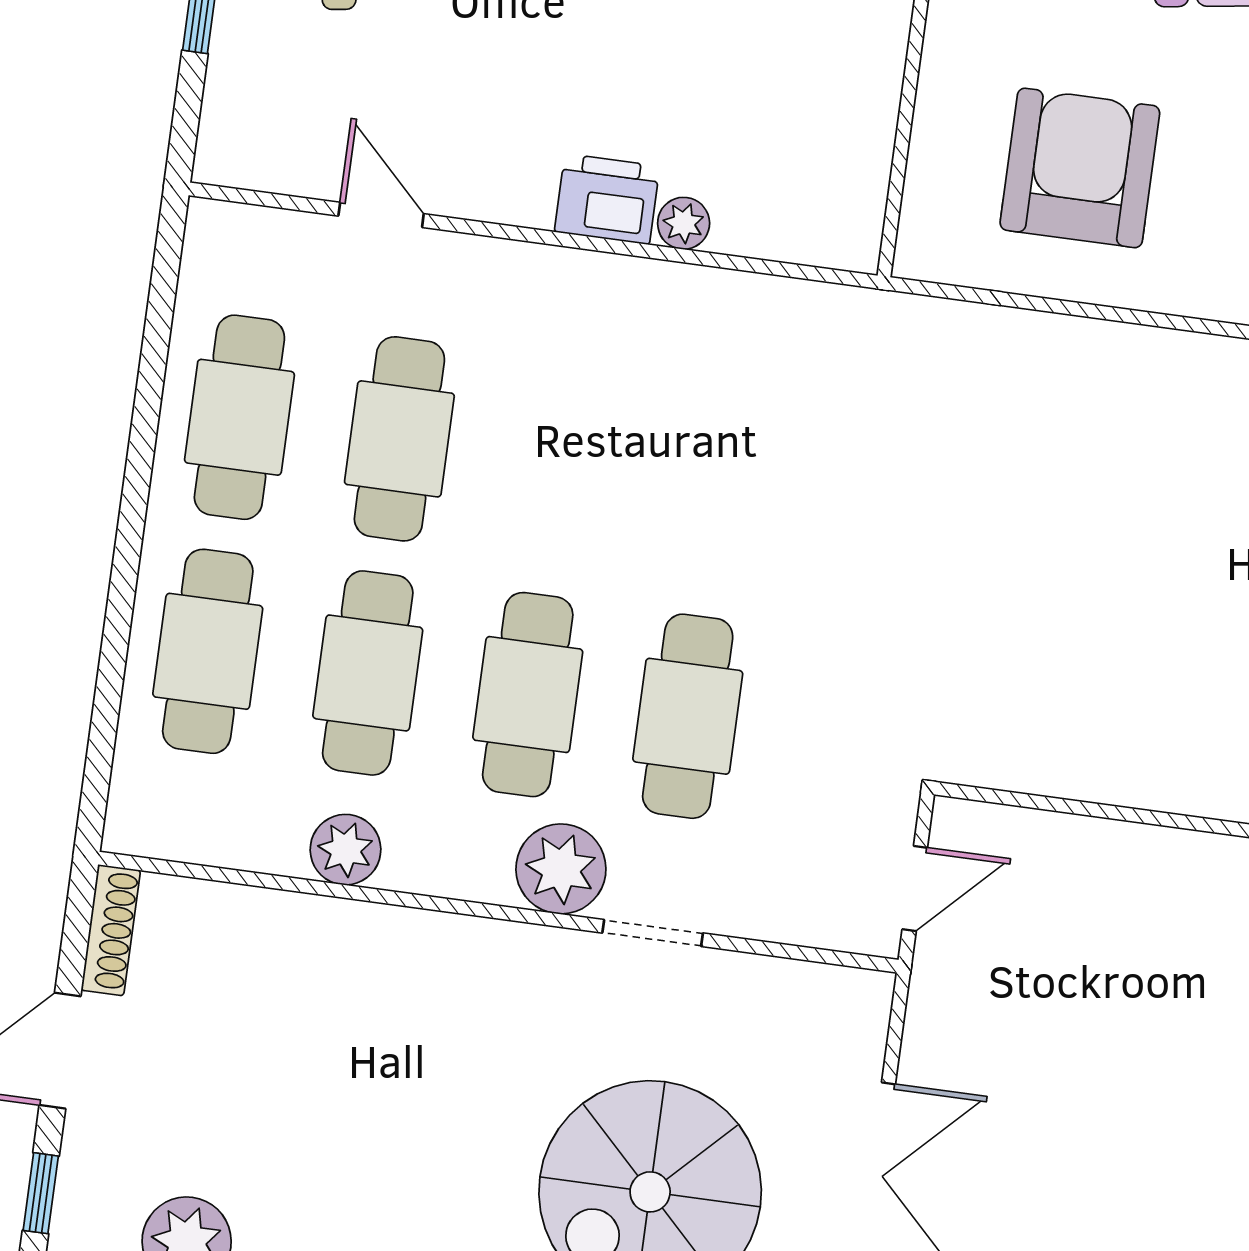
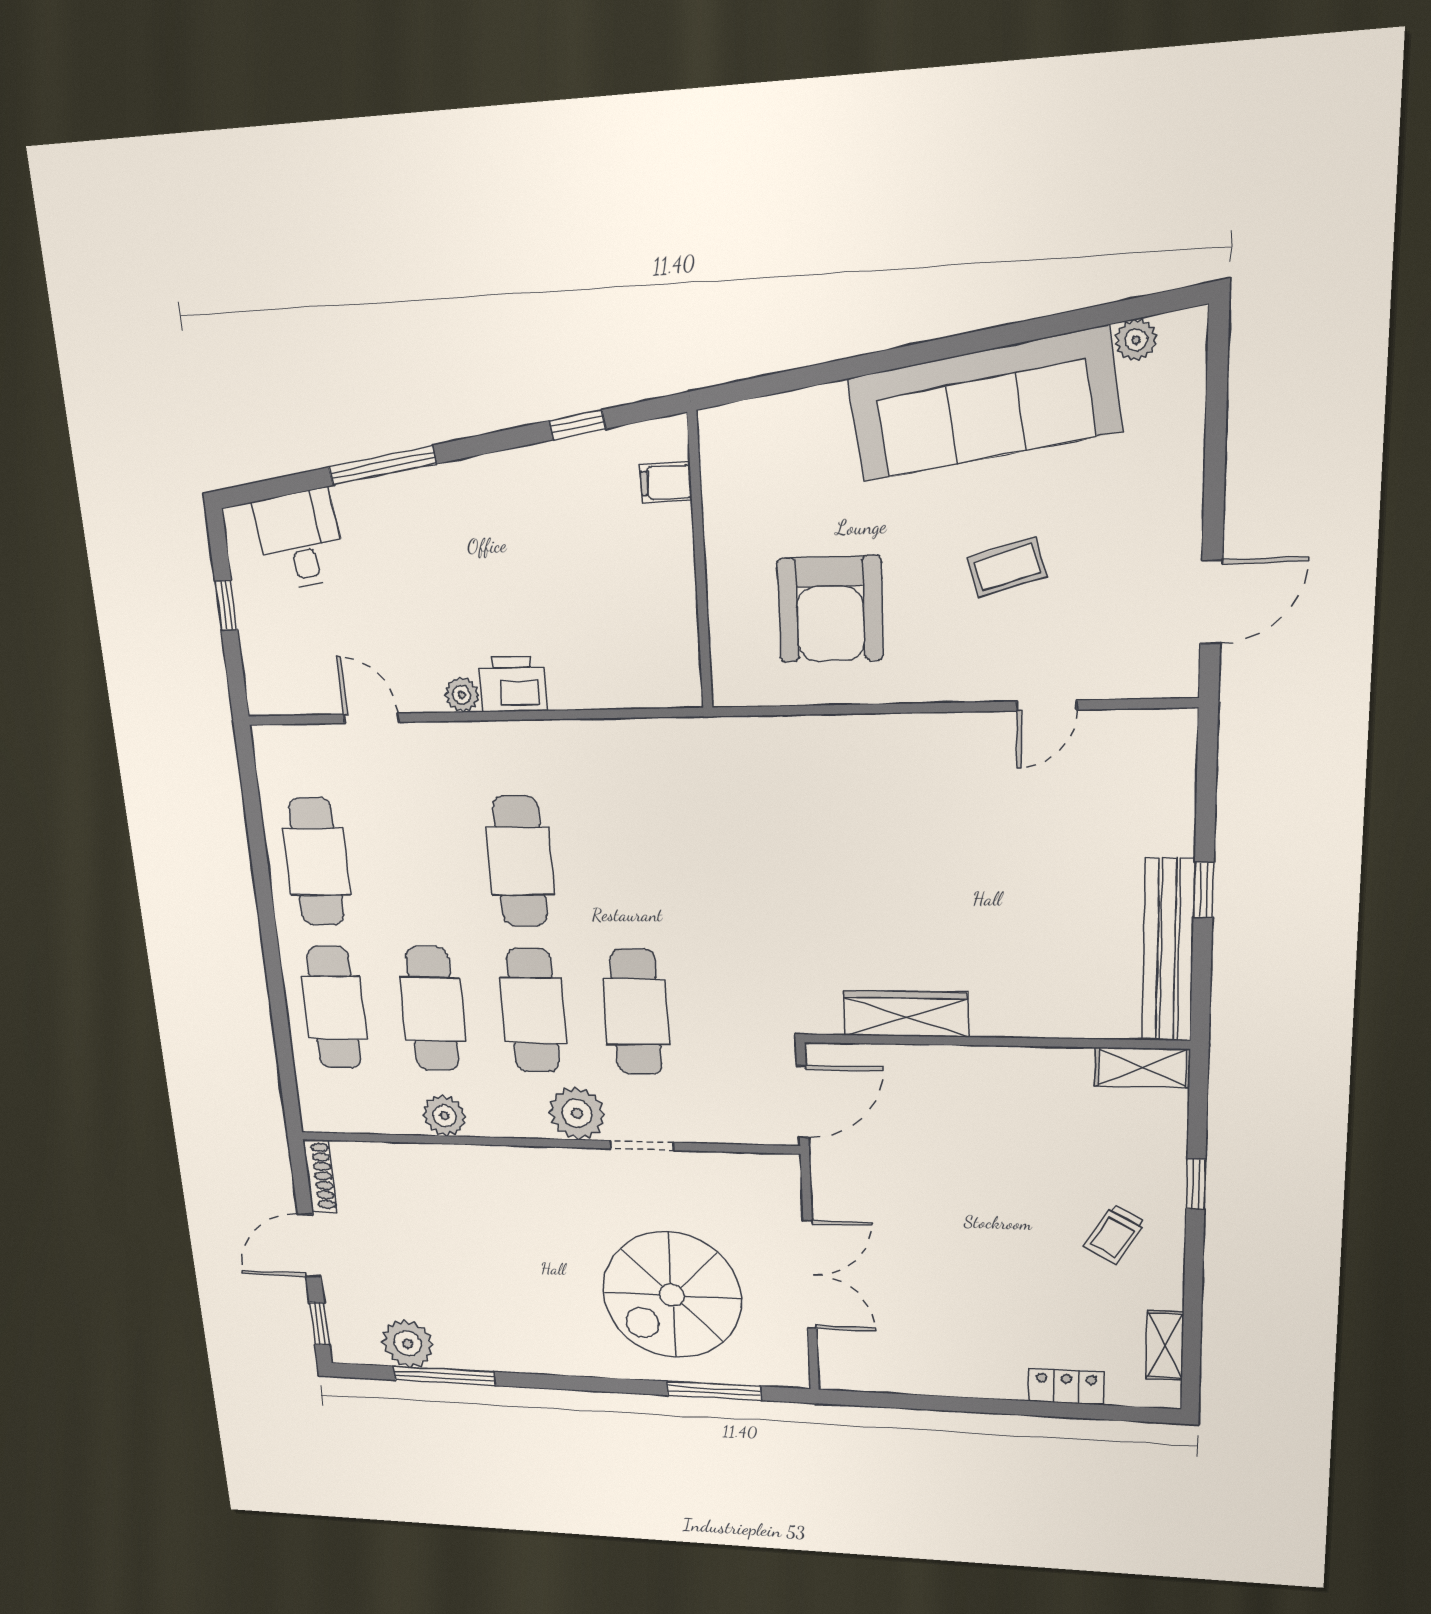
armchair: (1080, 168) -> (830, 609), turned 180
plant: (684, 223) -> (462, 695), moved
cafe table: (399, 439) -> (520, 861), moved
wardrobe: (1091, 768) -> (906, 1014), added
door: (915, 888) -> (803, 1102), width x1.38

